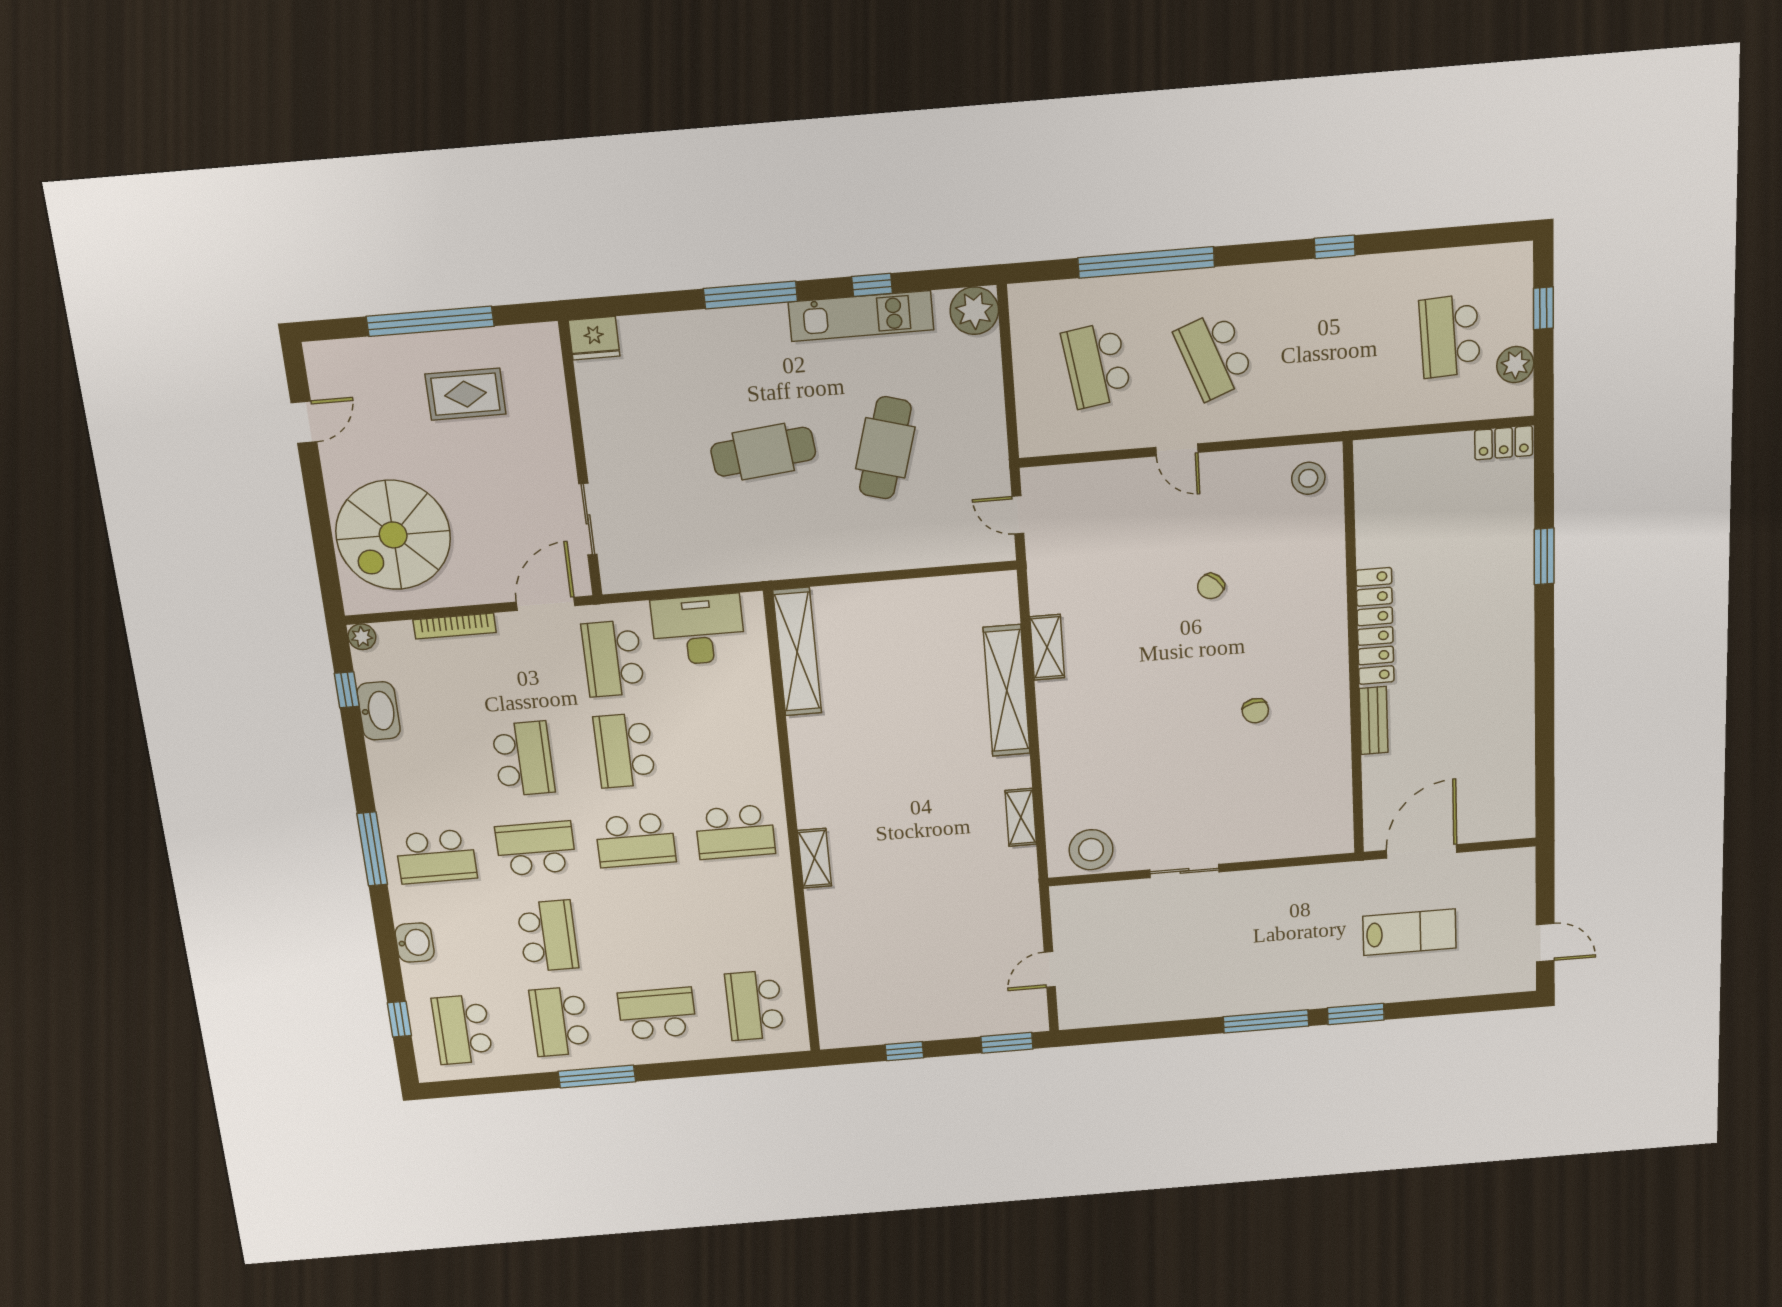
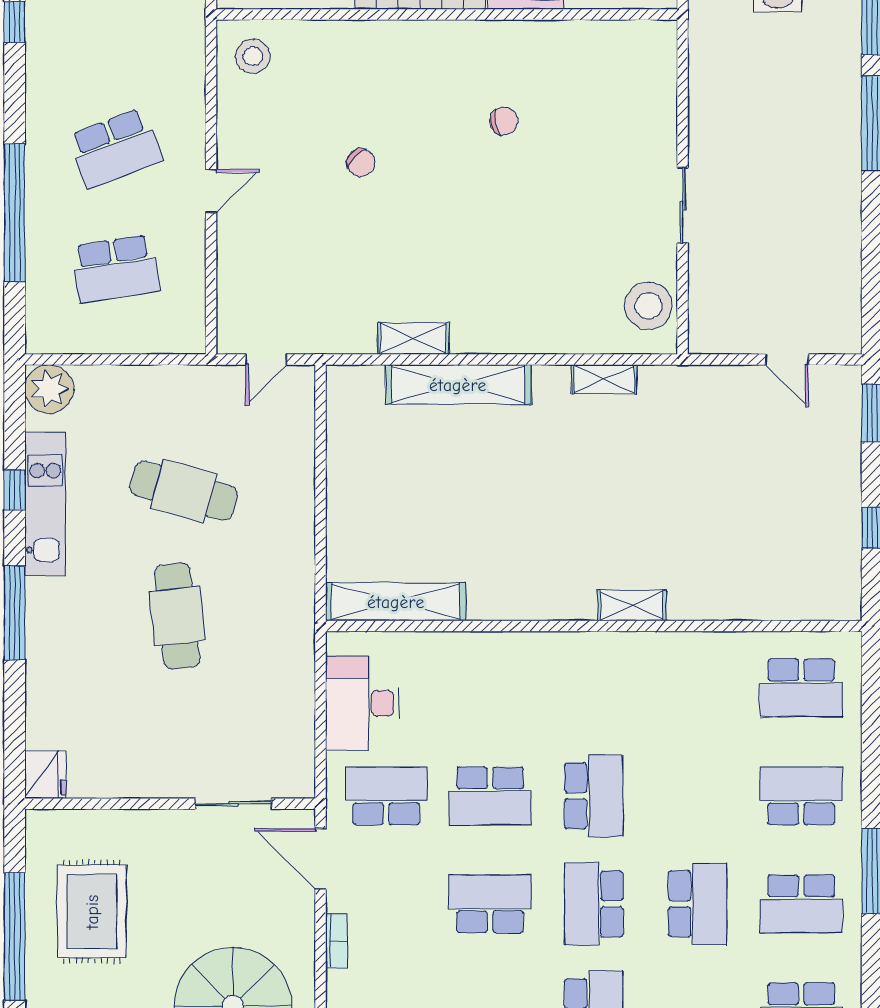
rug: (466, 394) -> (92, 912), width x1.36, depth x1.43
bookcase: (455, 626) -> (336, 941), width x0.64
school desk: (613, 659) -> (386, 796), turned 180
school desk: (735, 832) -> (594, 688), removed
school desk: (548, 936) -> (697, 904), turned 90
school desk: (657, 1013) -> (801, 796), turned 90

